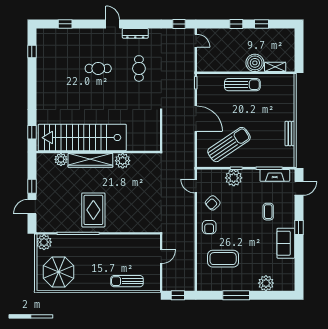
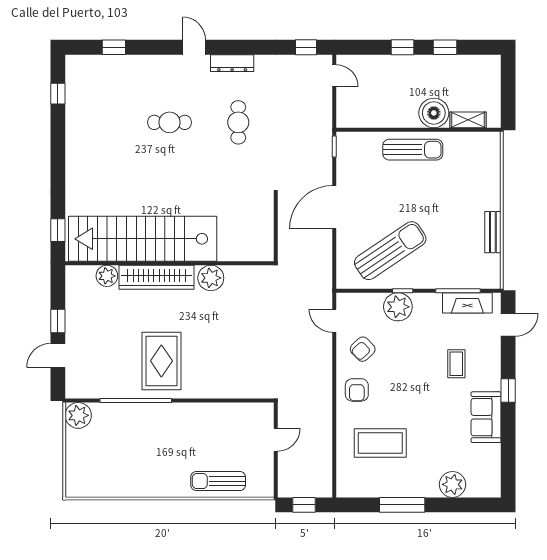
door: (196, 119) -> (334, 207), swing flipped
parasol: (58, 272) -> (103, 466), removed

